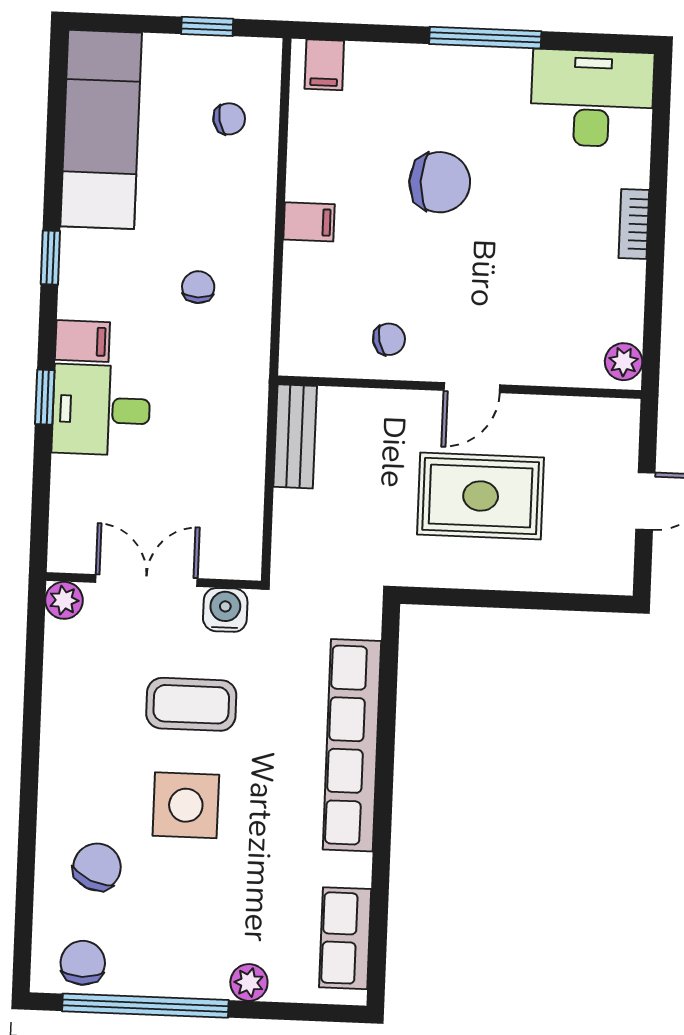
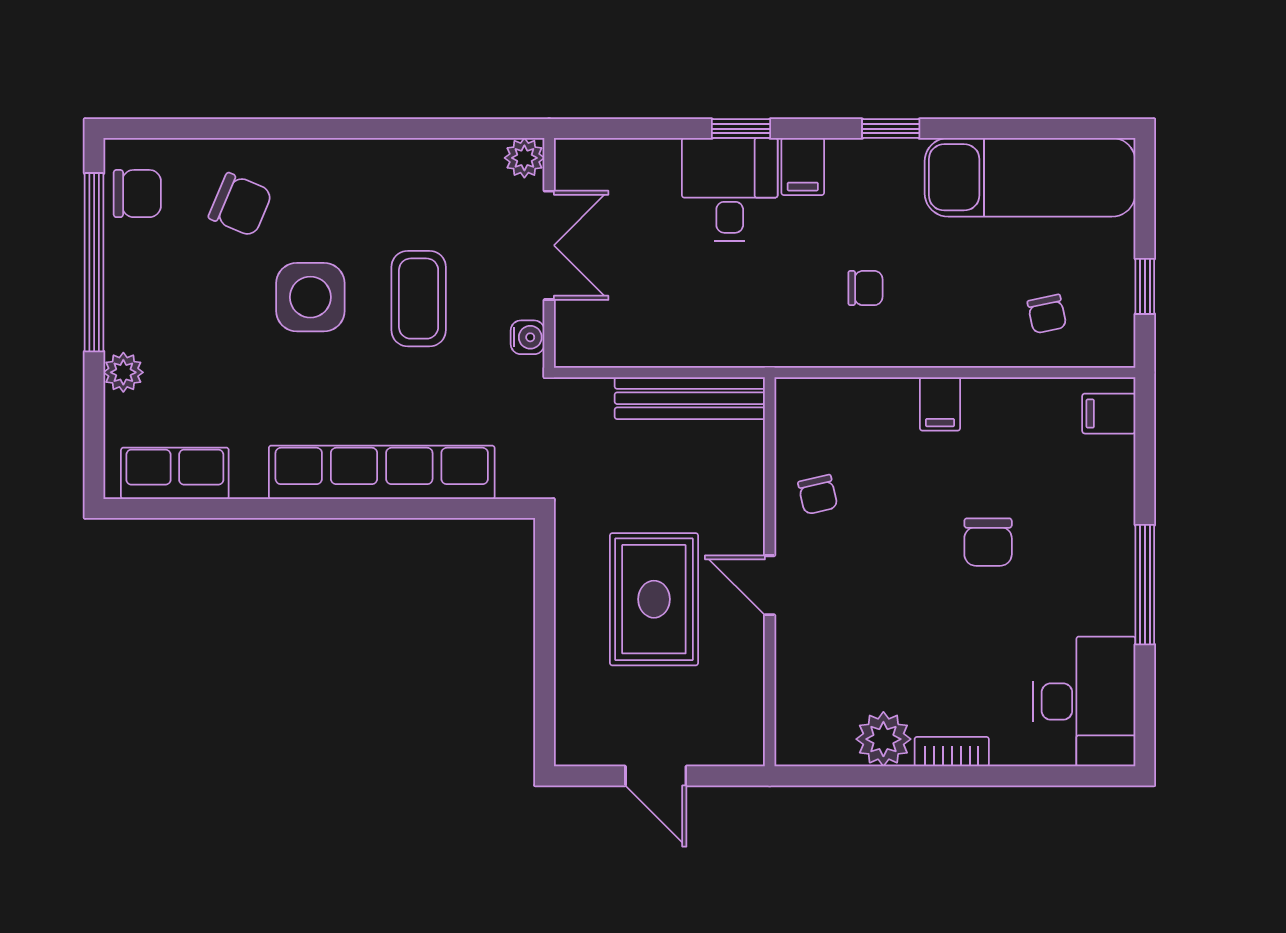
chair: (440, 182) -> (988, 542), width x0.73, depth x0.73
plant: (624, 362) -> (883, 739), moved, width x1.38, depth x1.38
bench: (295, 436) -> (690, 398), width x1.36
water cooler: (225, 610) -> (528, 337), width x0.72, depth x0.72

